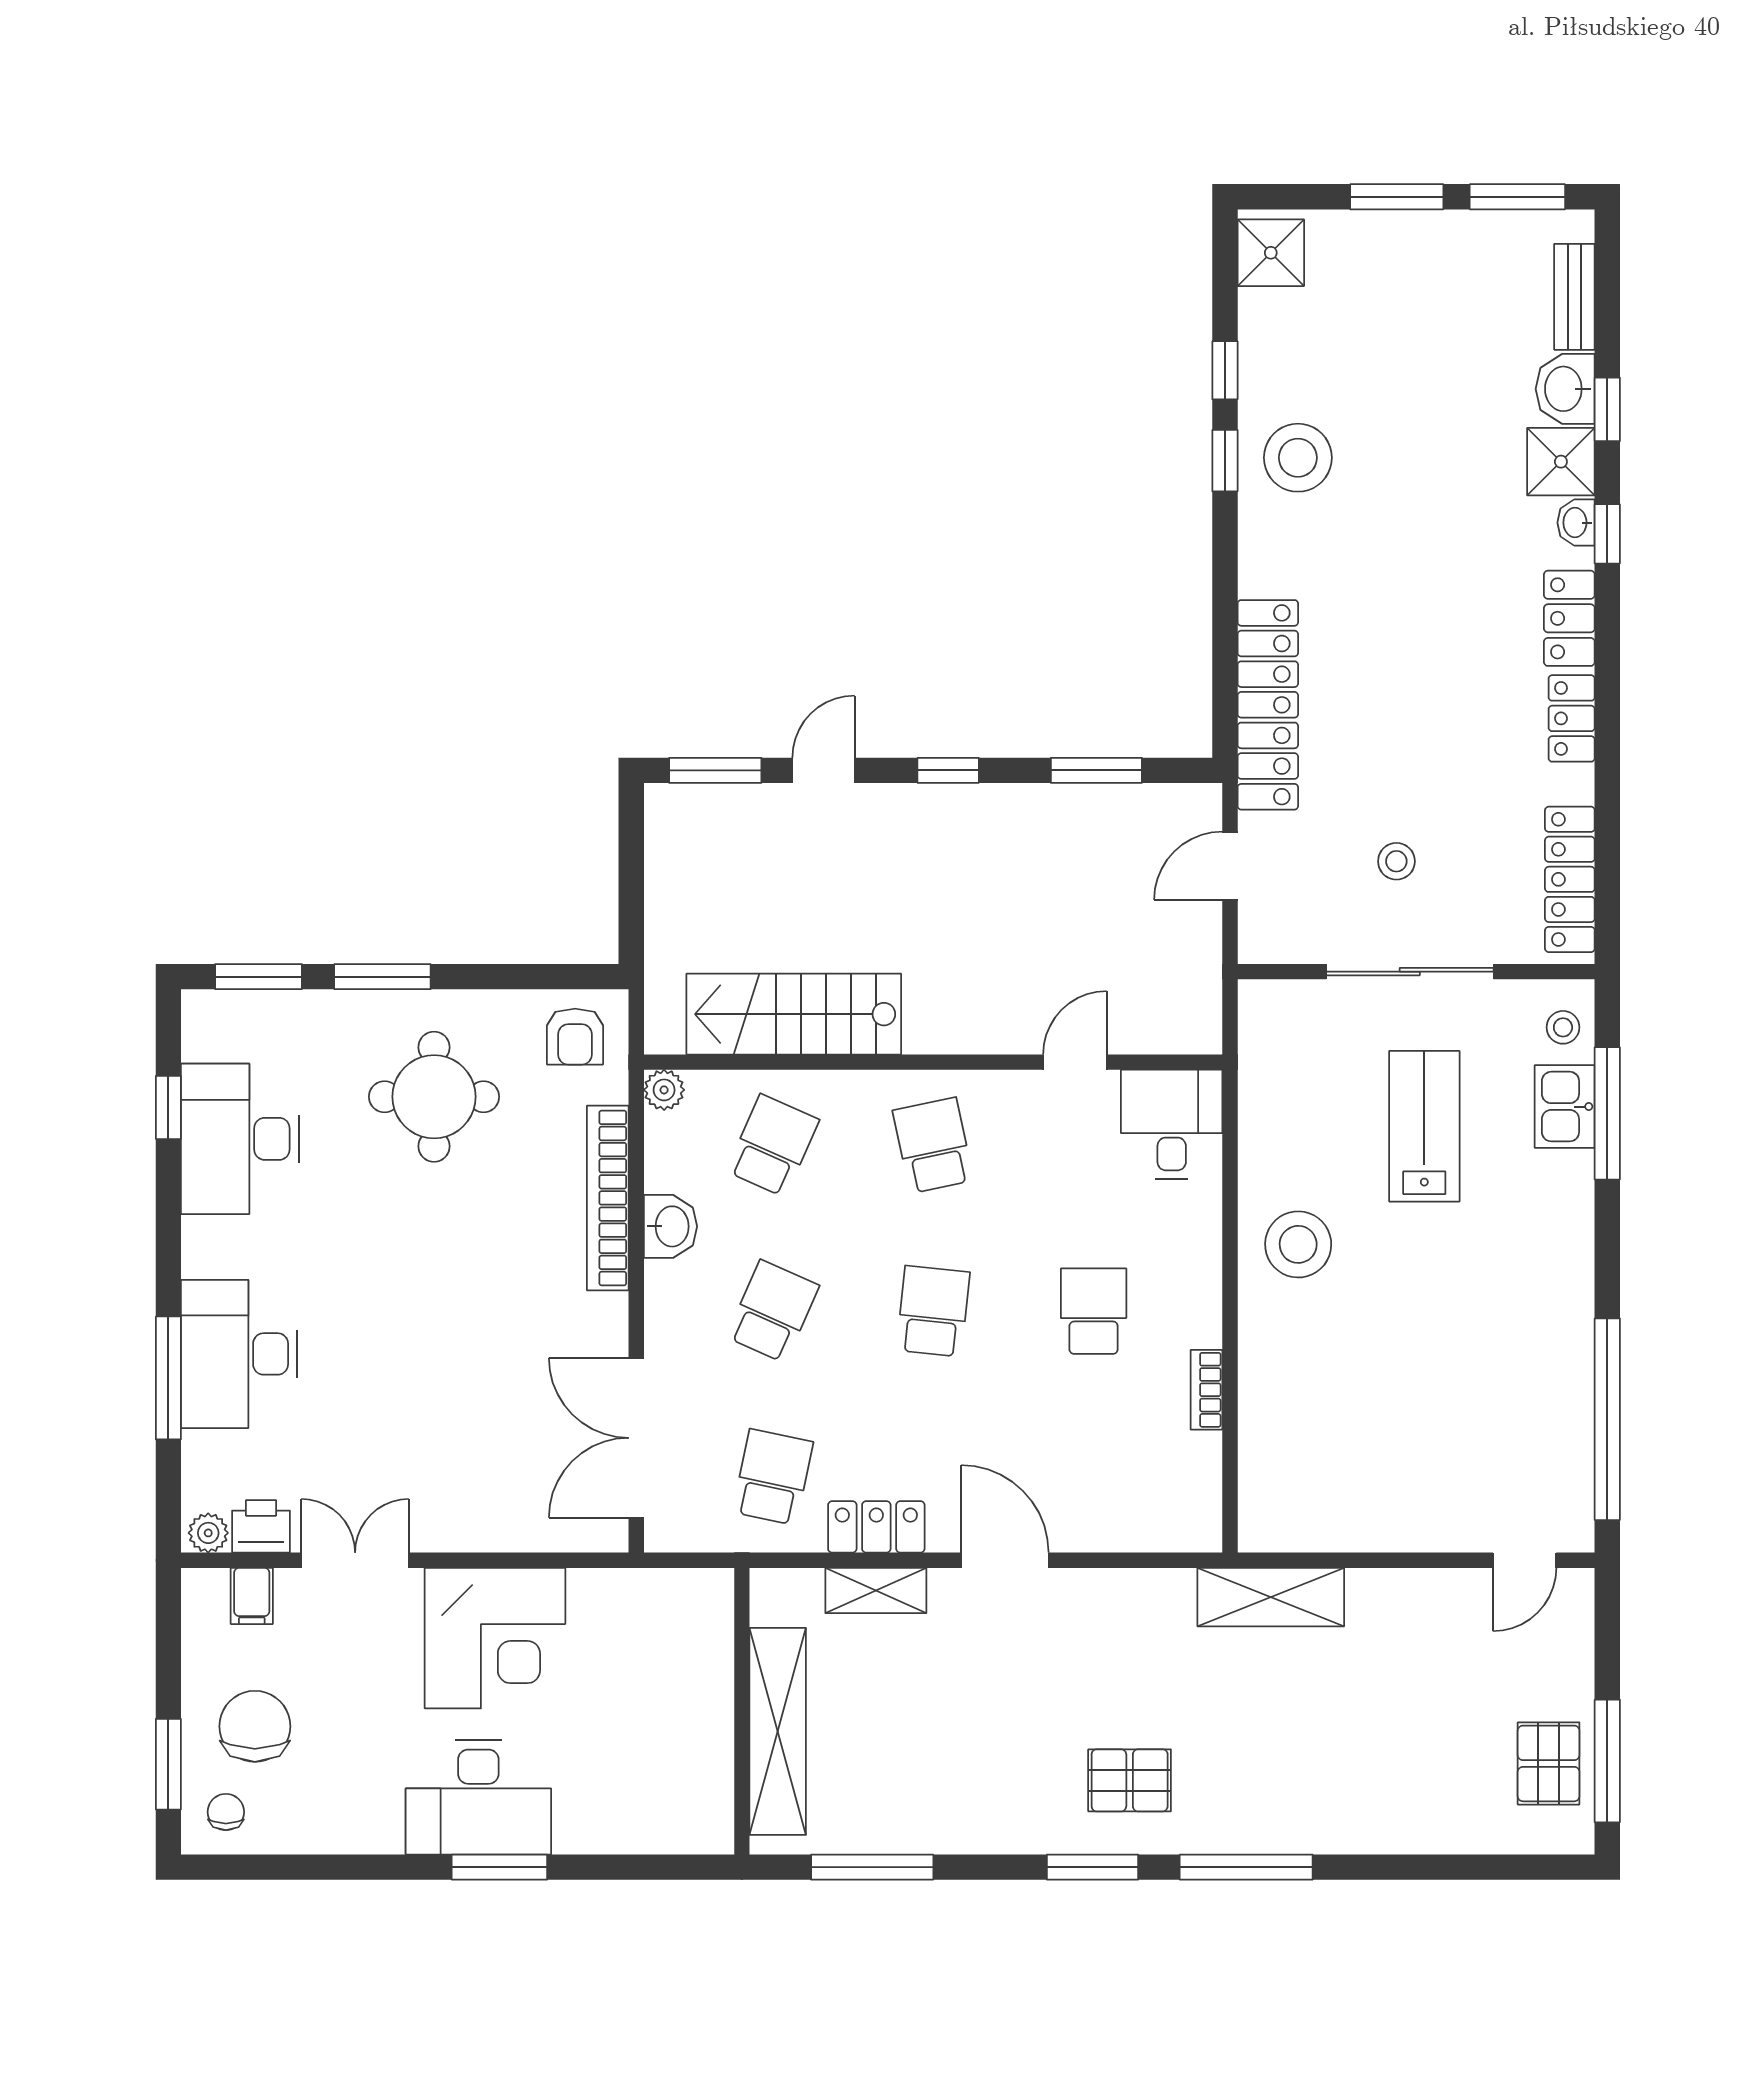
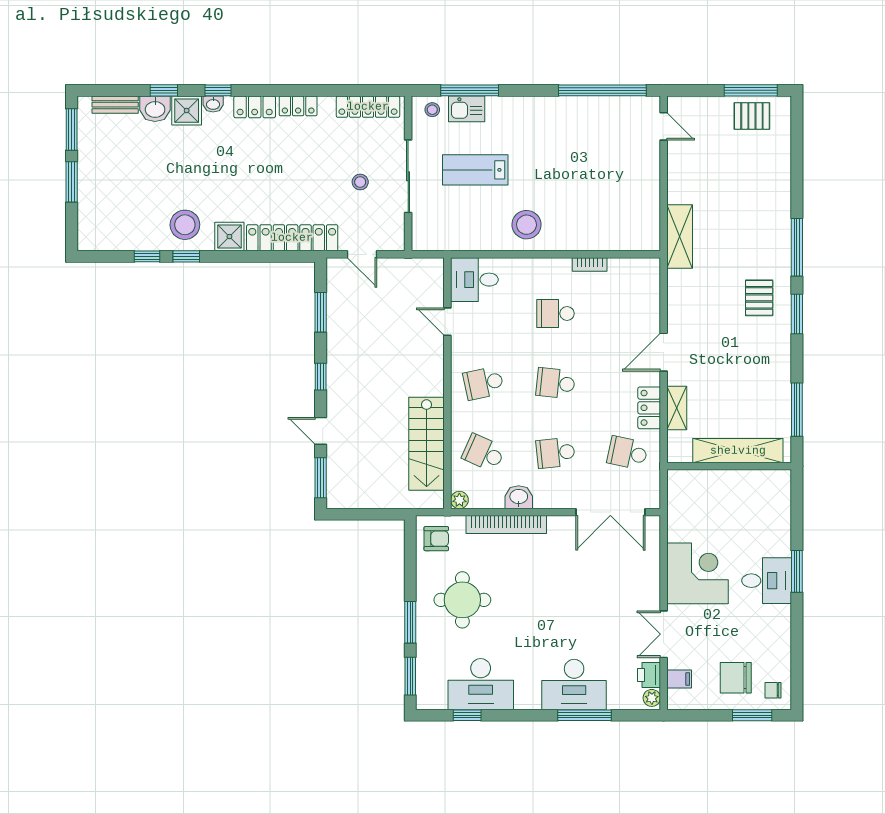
shower: (1271, 253) -> (229, 237), moved
school desk: (773, 1311) -> (556, 453), turned -30
desk: (478, 1797) -> (767, 581), width x0.73

